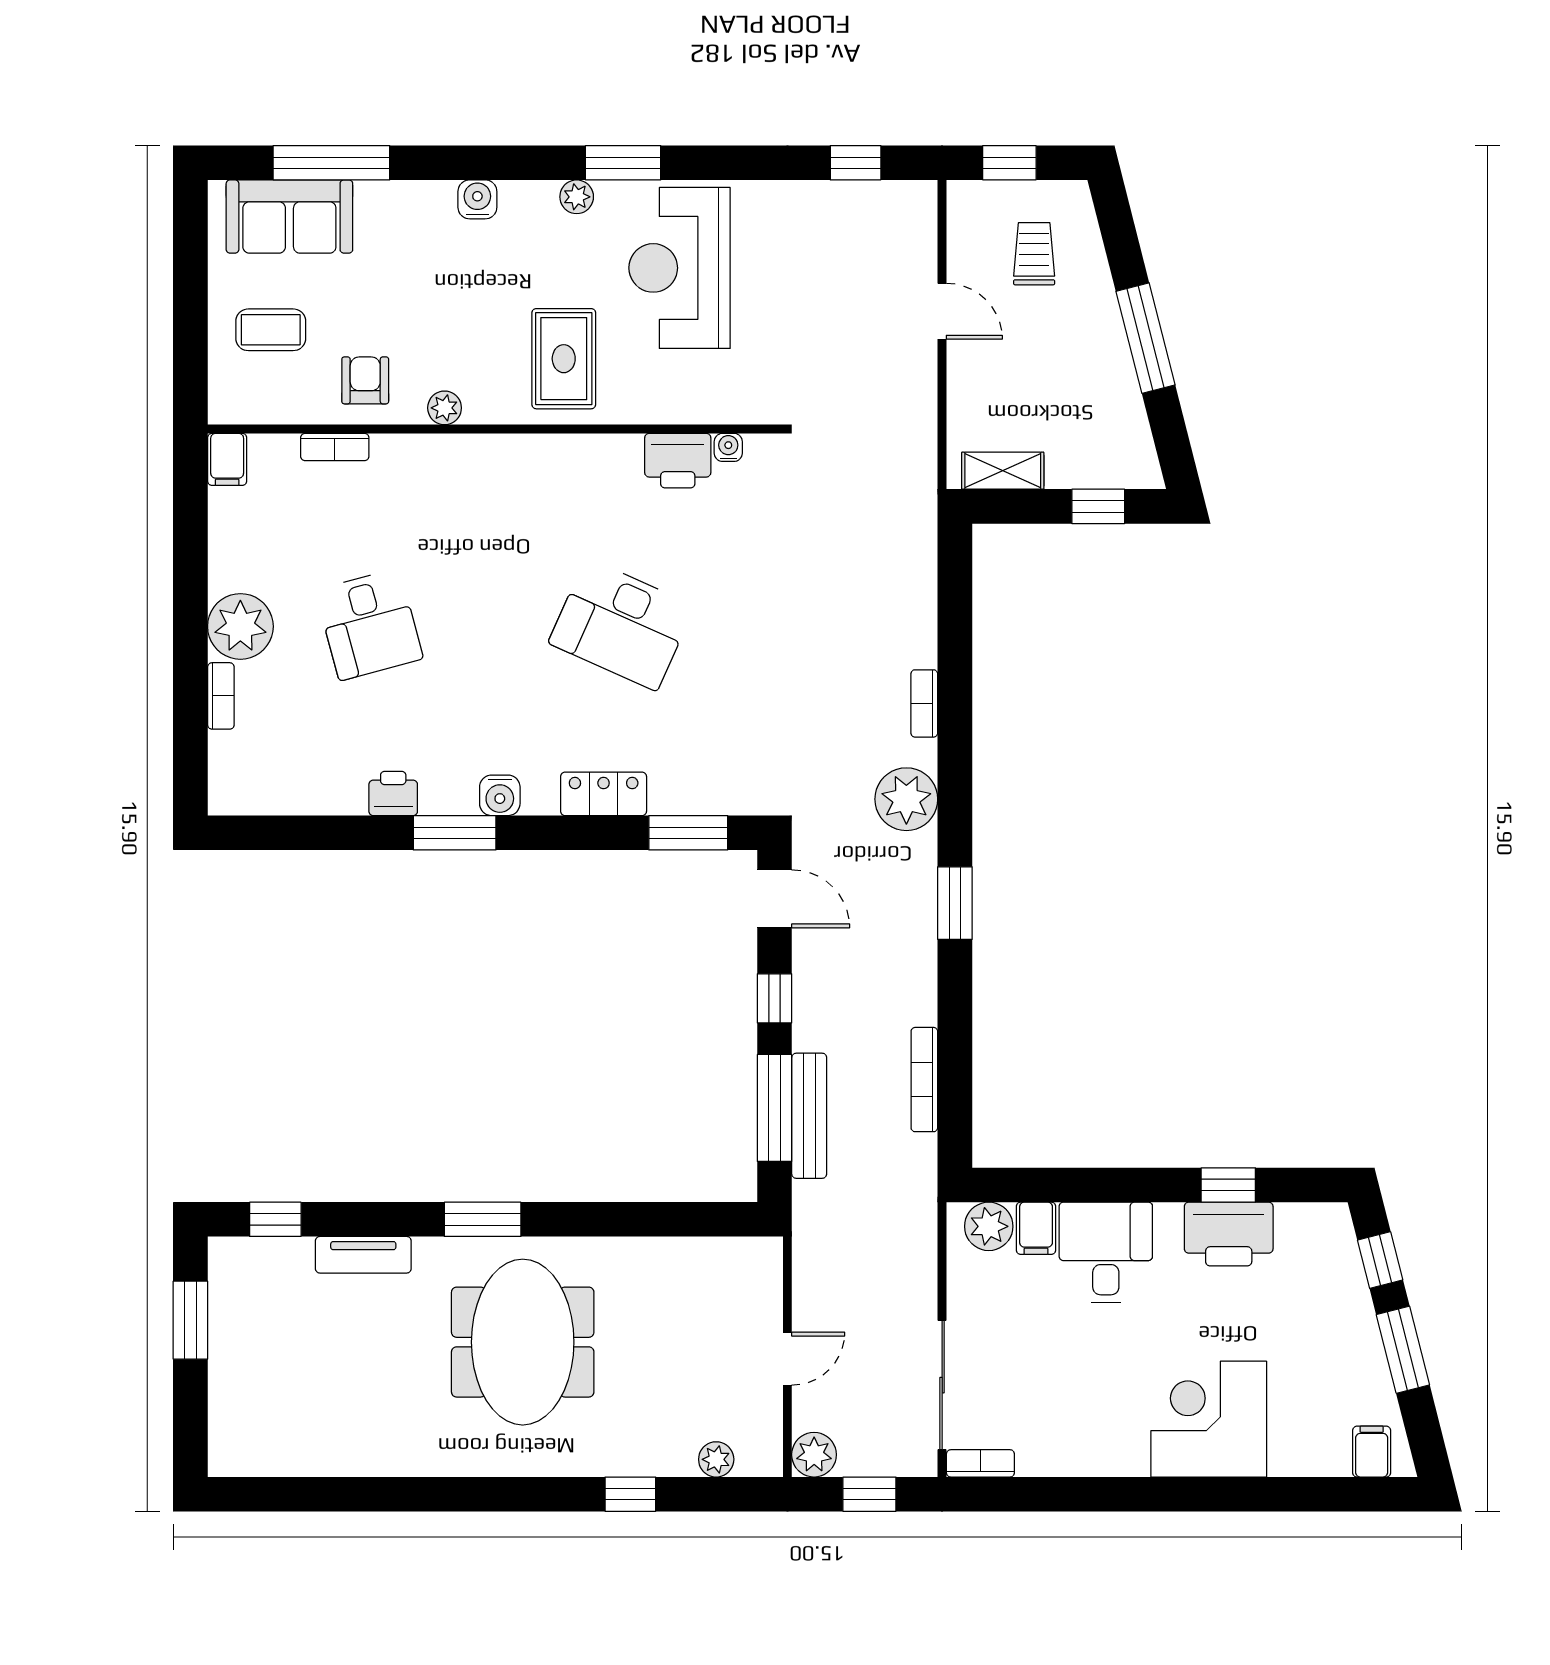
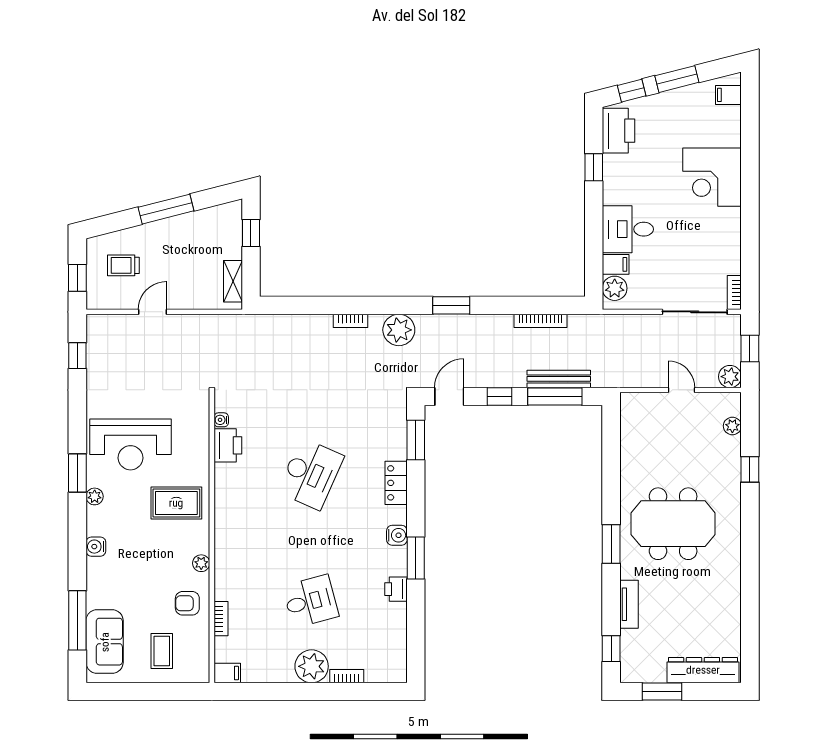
printer: (1229, 1234) -> (618, 131), moved
dresser: (233, 1401) -> (703, 670), added

